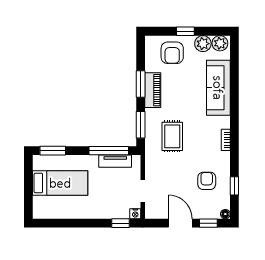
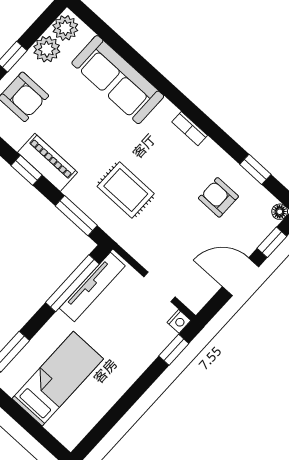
window: (141, 84) -> (27, 170), width x0.67
tv unit: (115, 161) -> (92, 287), width x1.41

